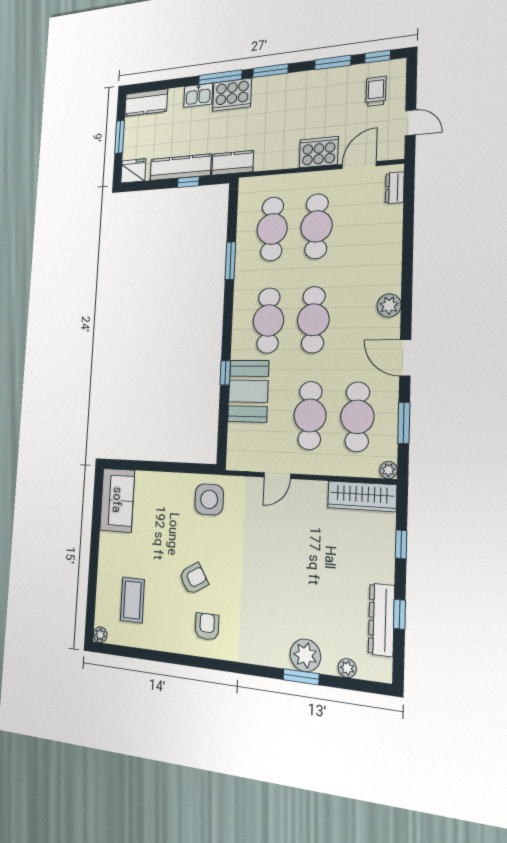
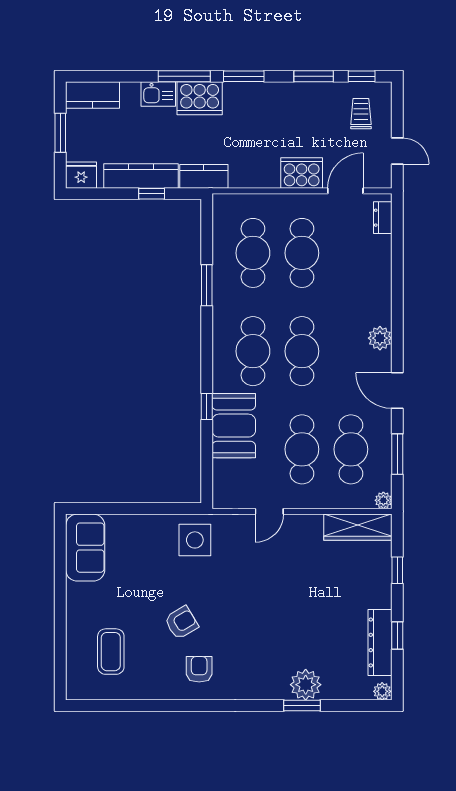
plant: (100, 635) -> (74, 692), removed
plant: (347, 668) -> (382, 691), moved

